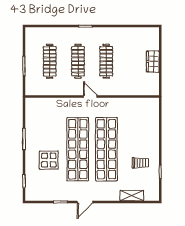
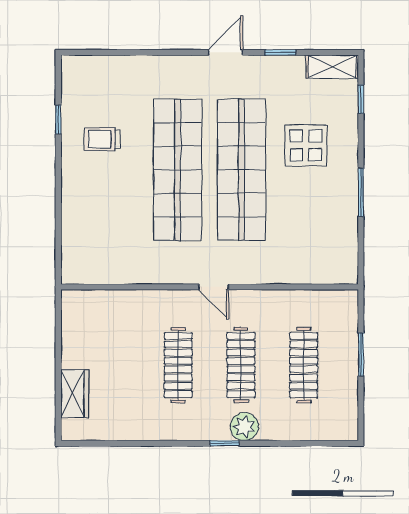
plant: (76, 34) -> (244, 427), added
wardrobe: (153, 62) -> (75, 394), moved
shelving: (132, 196) -> (332, 67), moved

